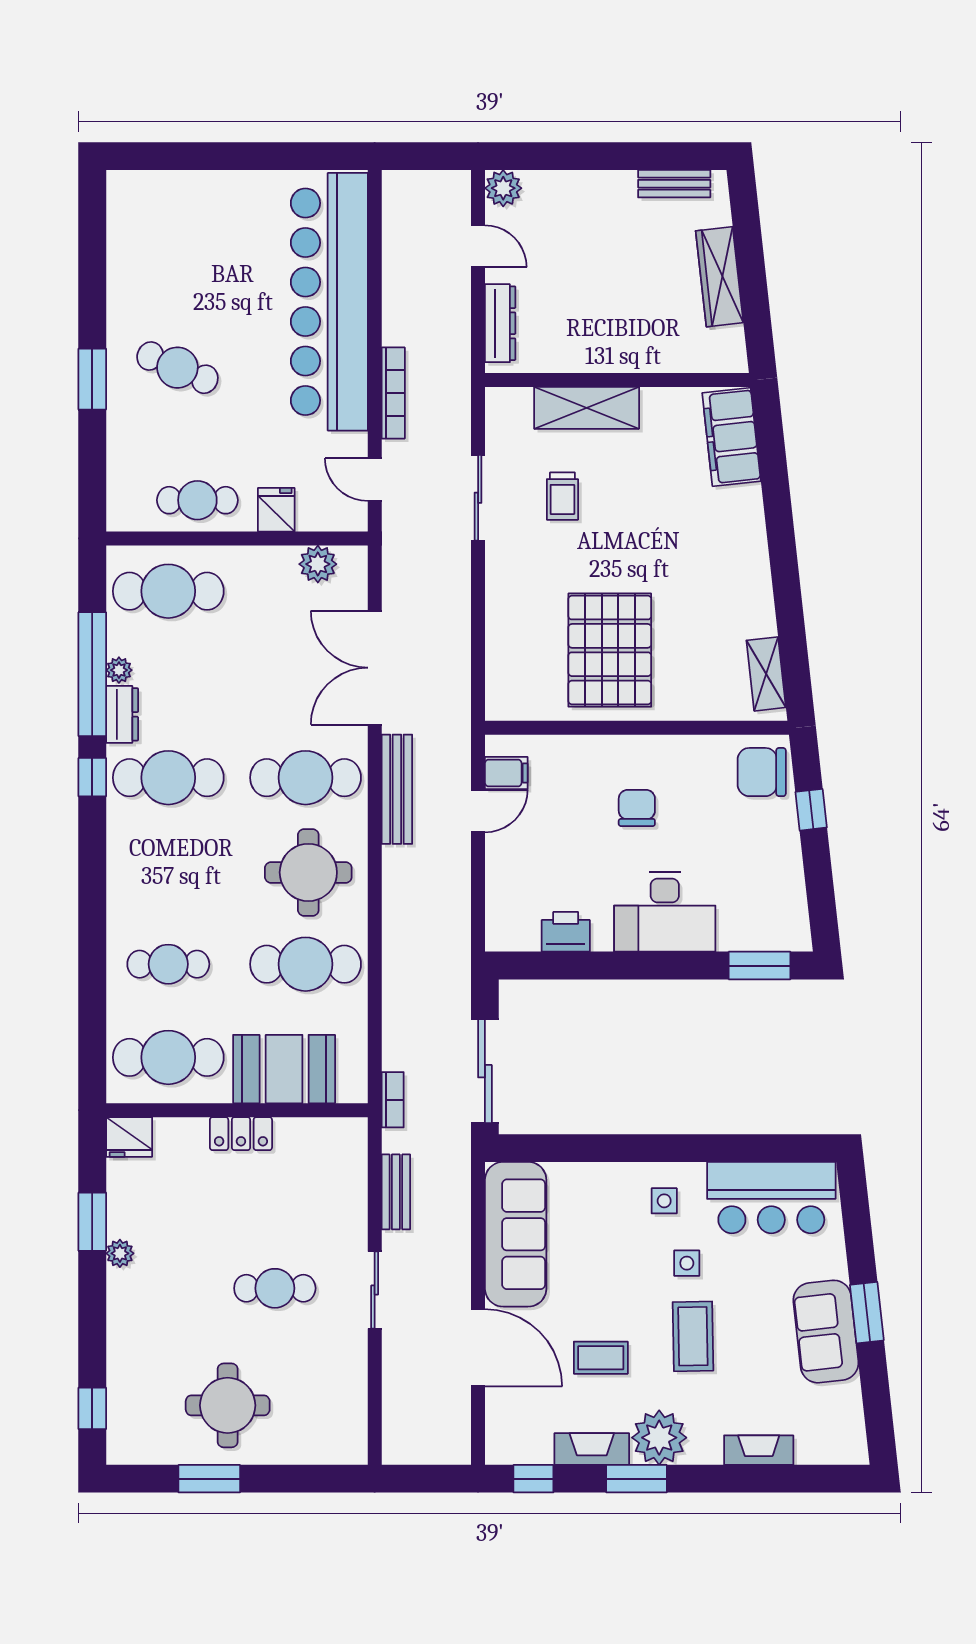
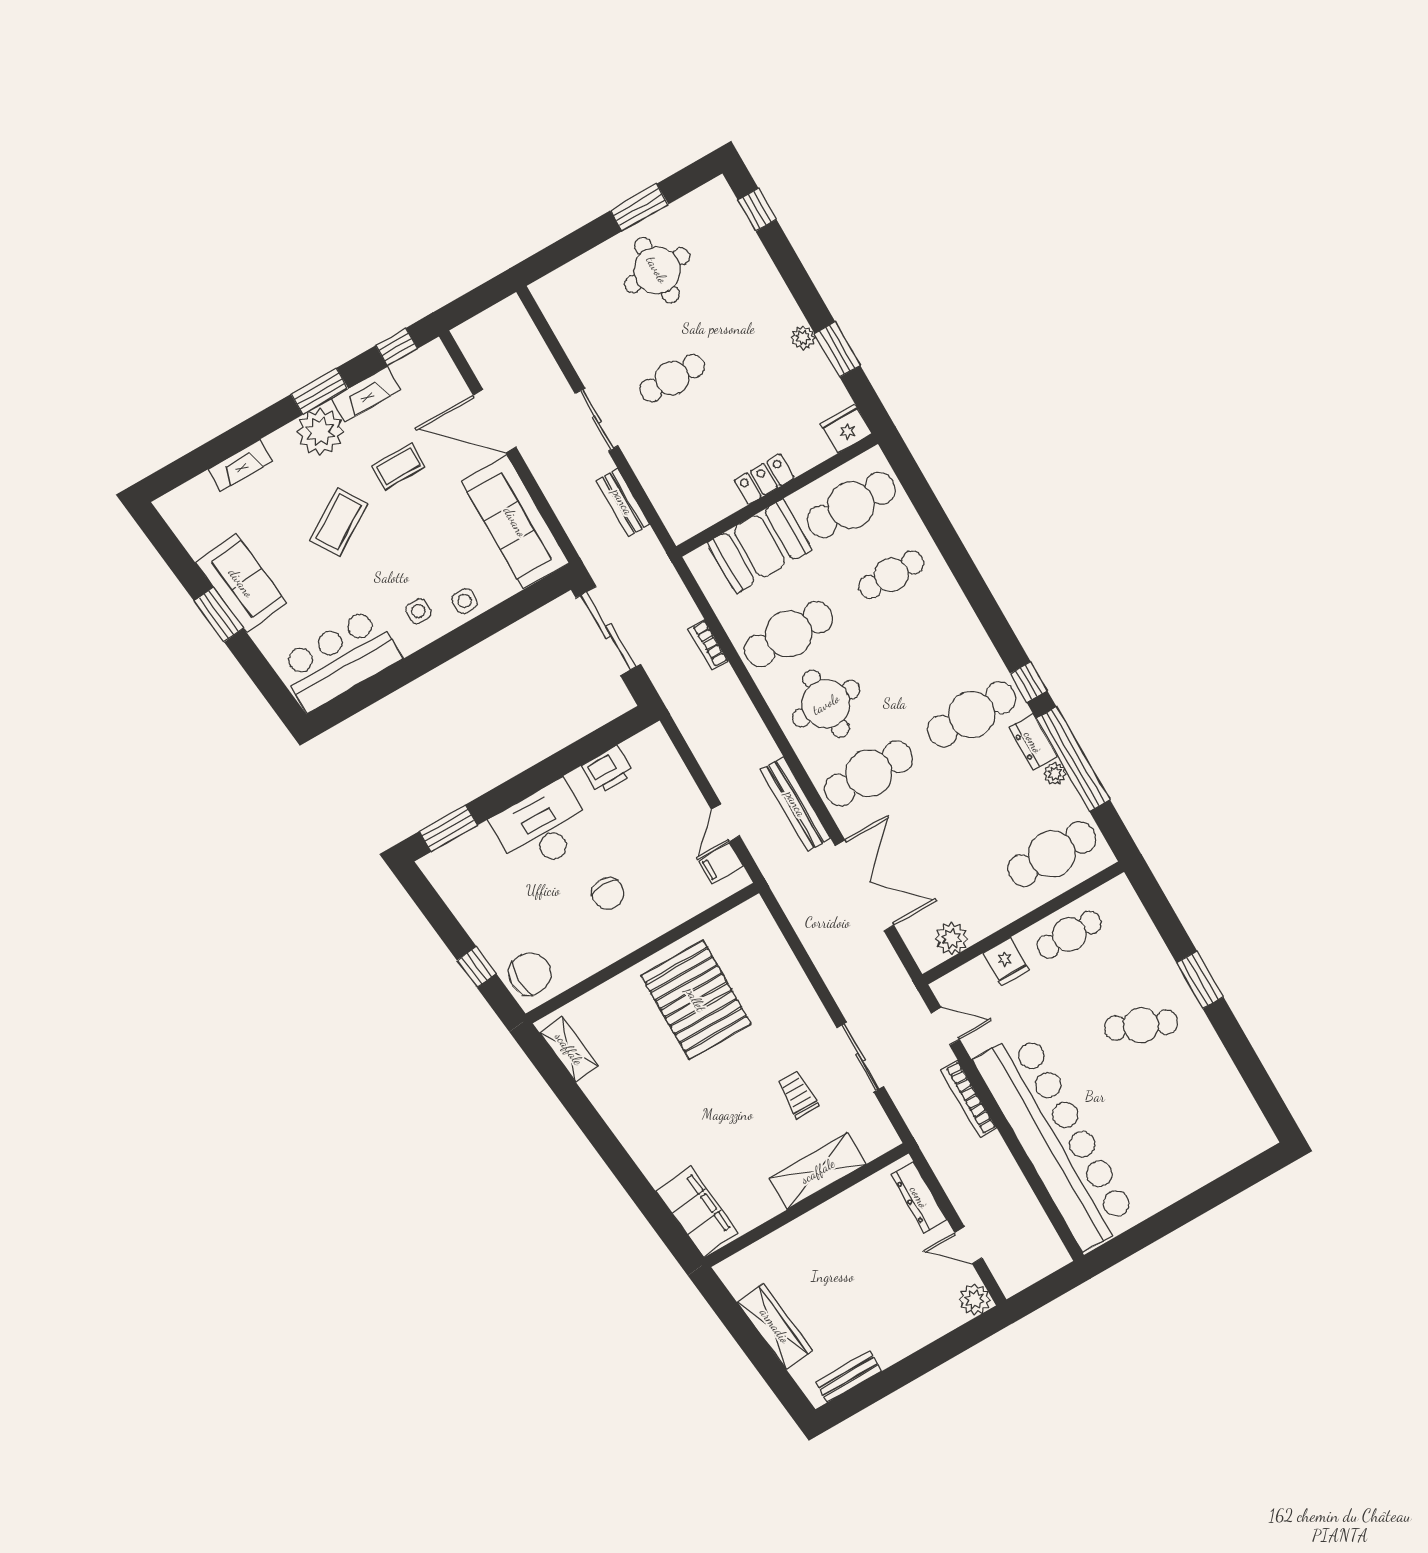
bookcase: (393, 1100) -> (708, 645), moved
side table: (687, 1263) -> (465, 601), moved
coffee table: (693, 1336) -> (339, 522), turned 59

